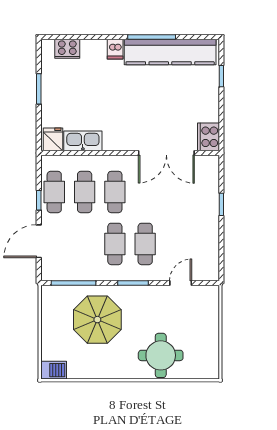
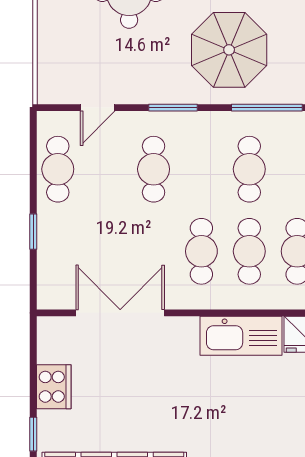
cooker: (208, 137) -> (54, 387), moved
kitchen sink: (83, 141) -> (241, 336), width x1.36, depth x1.24
cafe table: (115, 244) -> (249, 169), moved
cafe table: (206, 244) -> (58, 169), added

